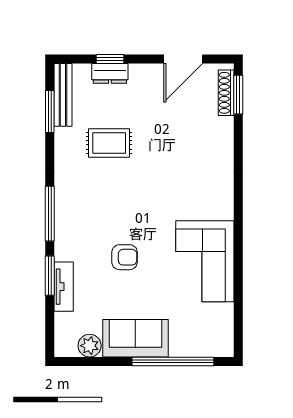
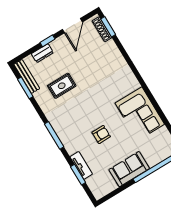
window: (110, 59) -> (48, 41), moved
window: (50, 276) -> (78, 175), moved
plant: (90, 346) -> (110, 185), removed

